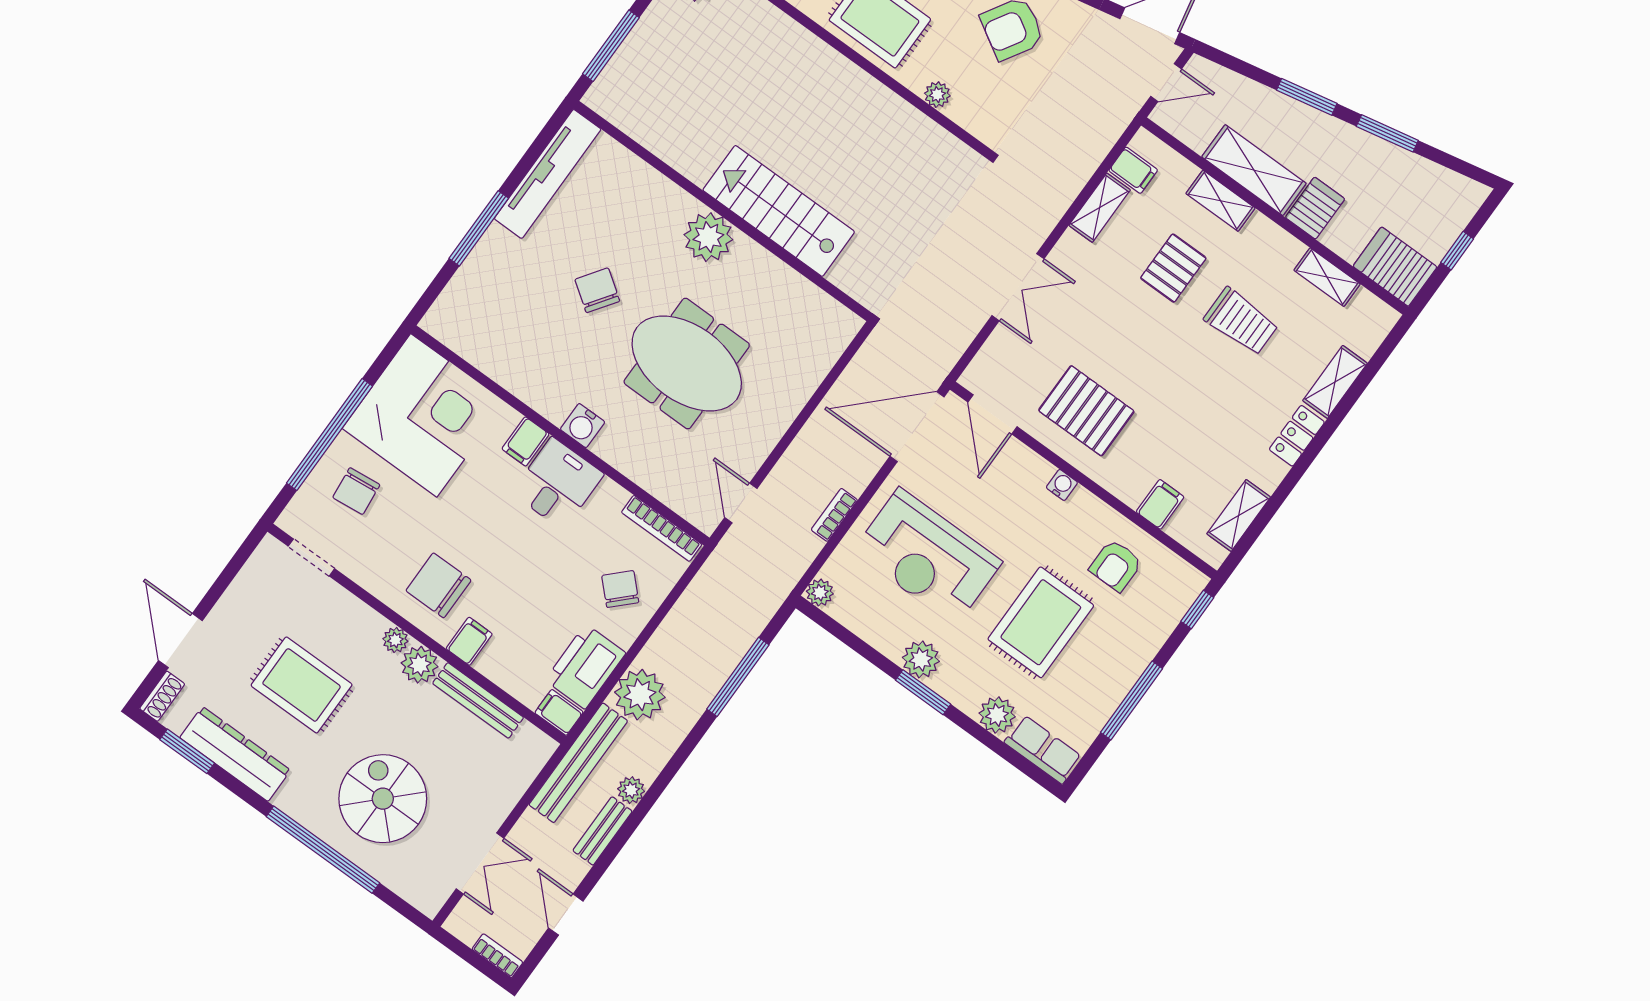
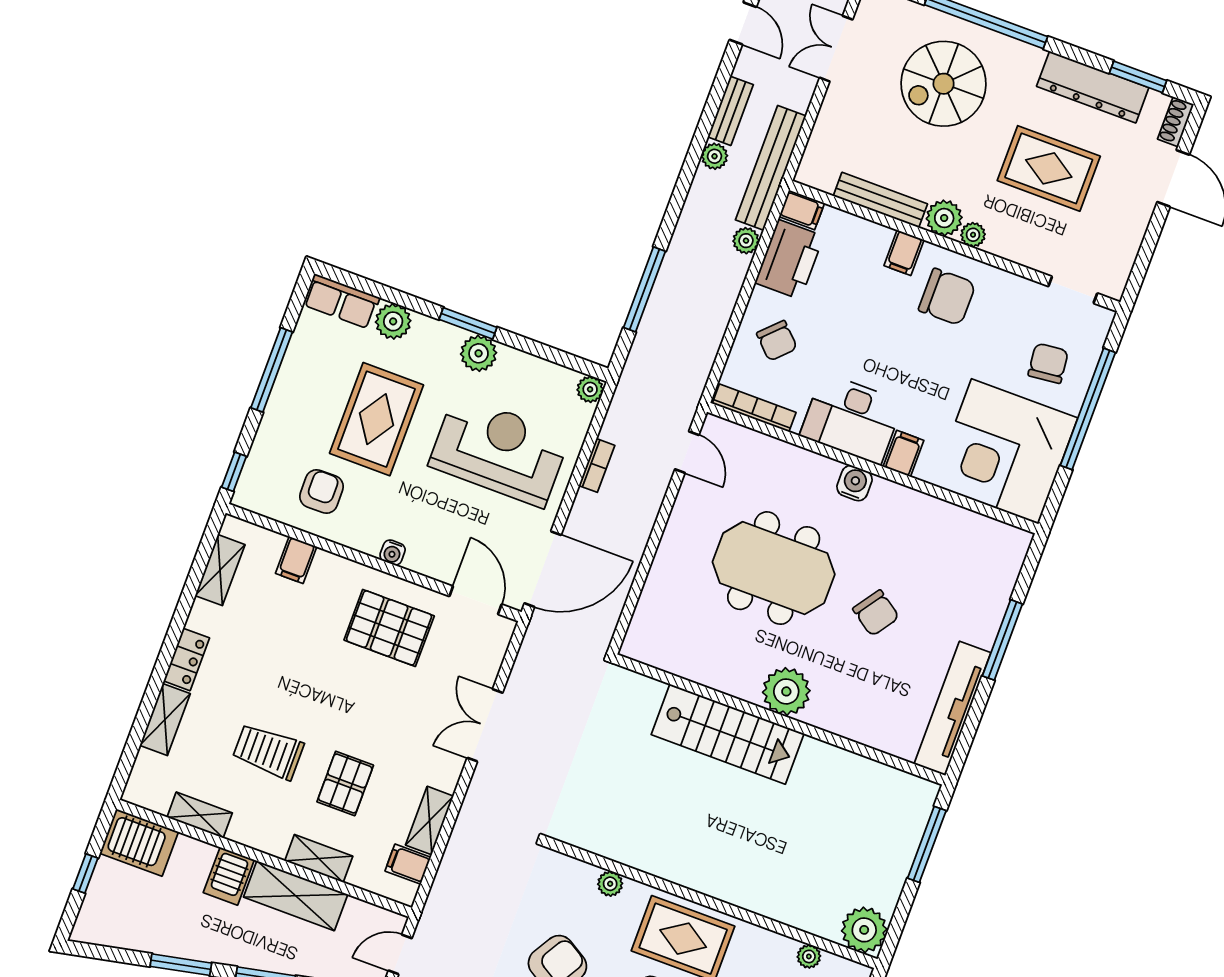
desk: (558, 483) -> (852, 419), width x1.37
plant: (640, 695) -> (746, 241), width x0.53, depth x0.53
spiral stairs: (383, 799) -> (944, 84), turned 90

